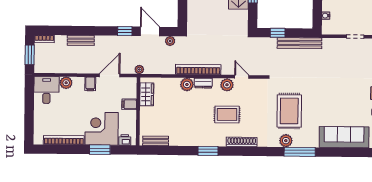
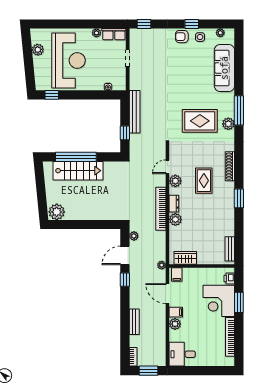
plant: (66, 83) -> (175, 324), moved
filing cabinet: (129, 104) -> (177, 275), moved

